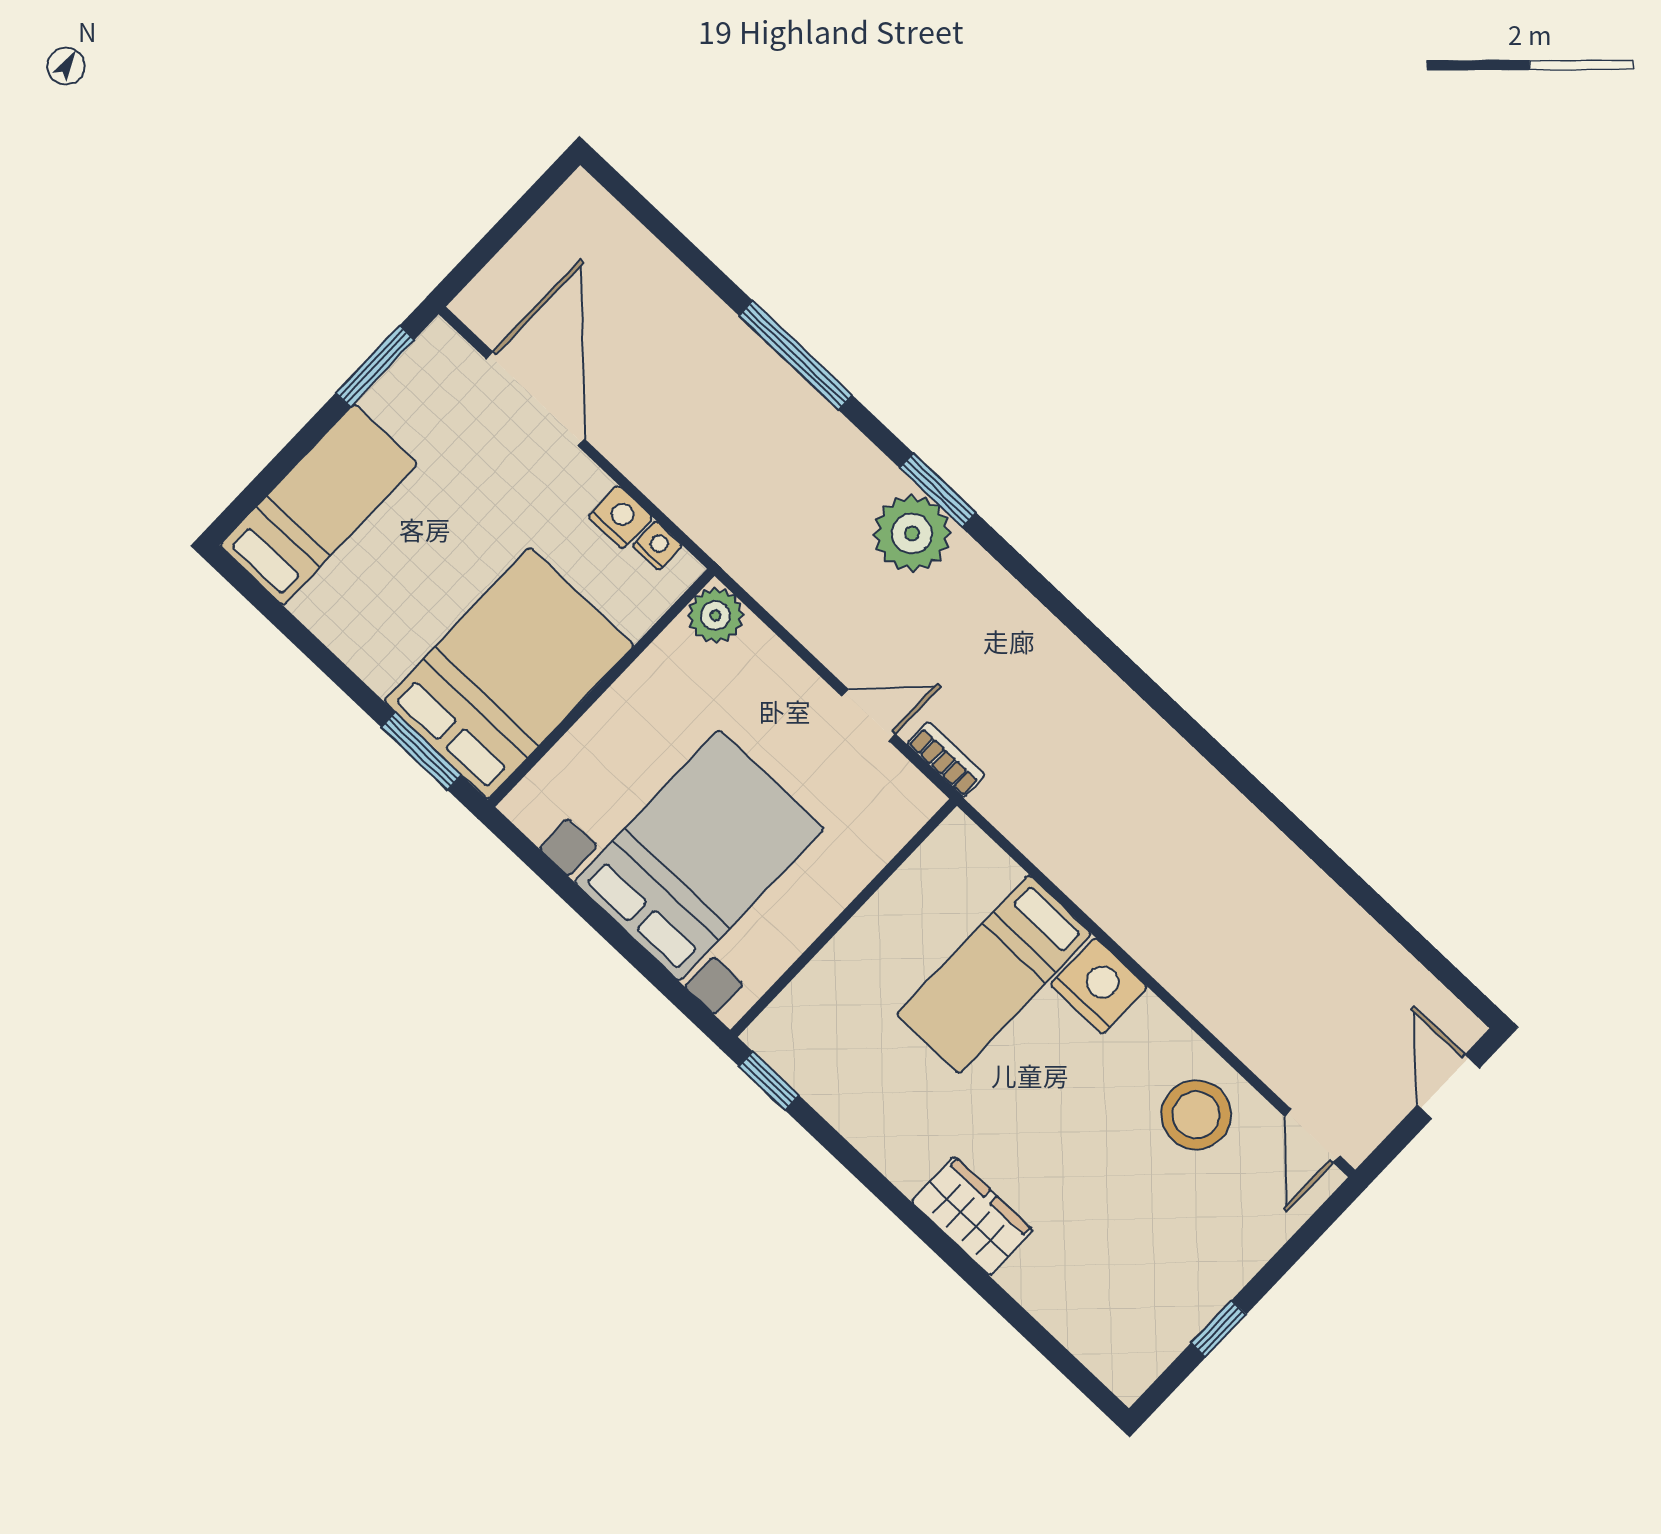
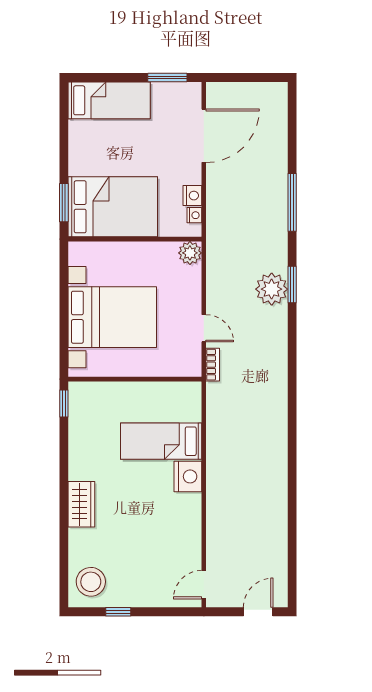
stool: (1196, 1115) -> (91, 582), moved

